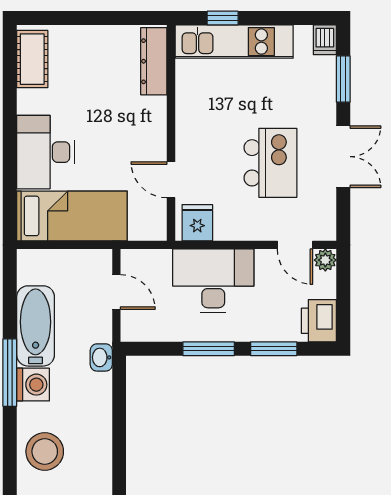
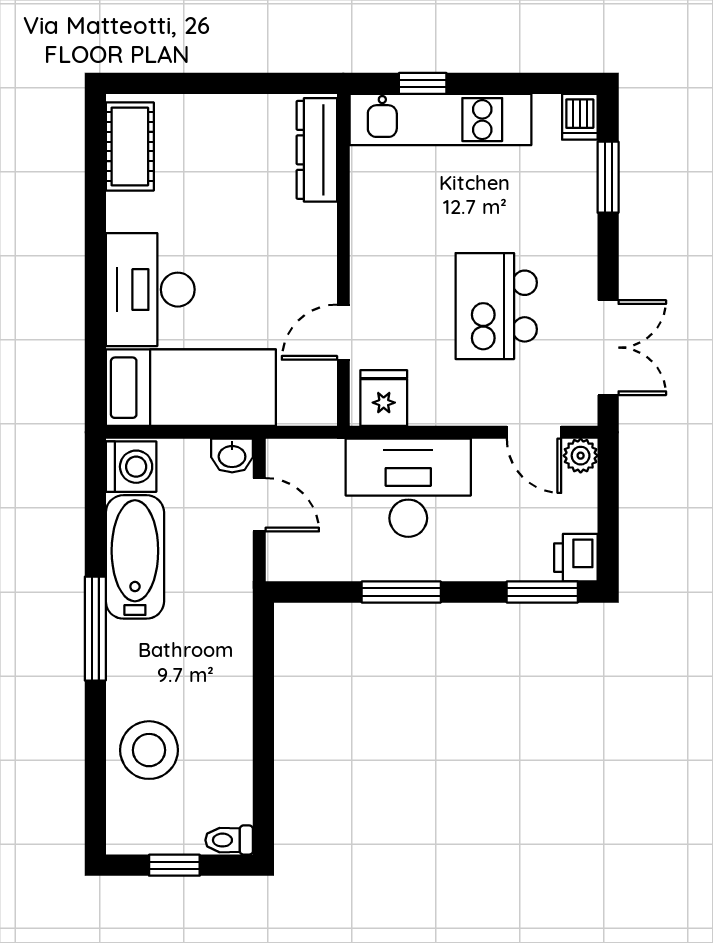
double door: (343, 157) -> (608, 348), moved
kitchen island: (270, 163) -> (496, 306), turned 180
door: (171, 180) -> (343, 332), hinge flipped
printer: (319, 321) -> (576, 558), width x0.73, depth x0.81
window: (274, 349) -> (542, 592), moved
washbasin: (101, 357) -> (232, 456), moved, turned -90
washing machine: (33, 385) -> (131, 467), moved

